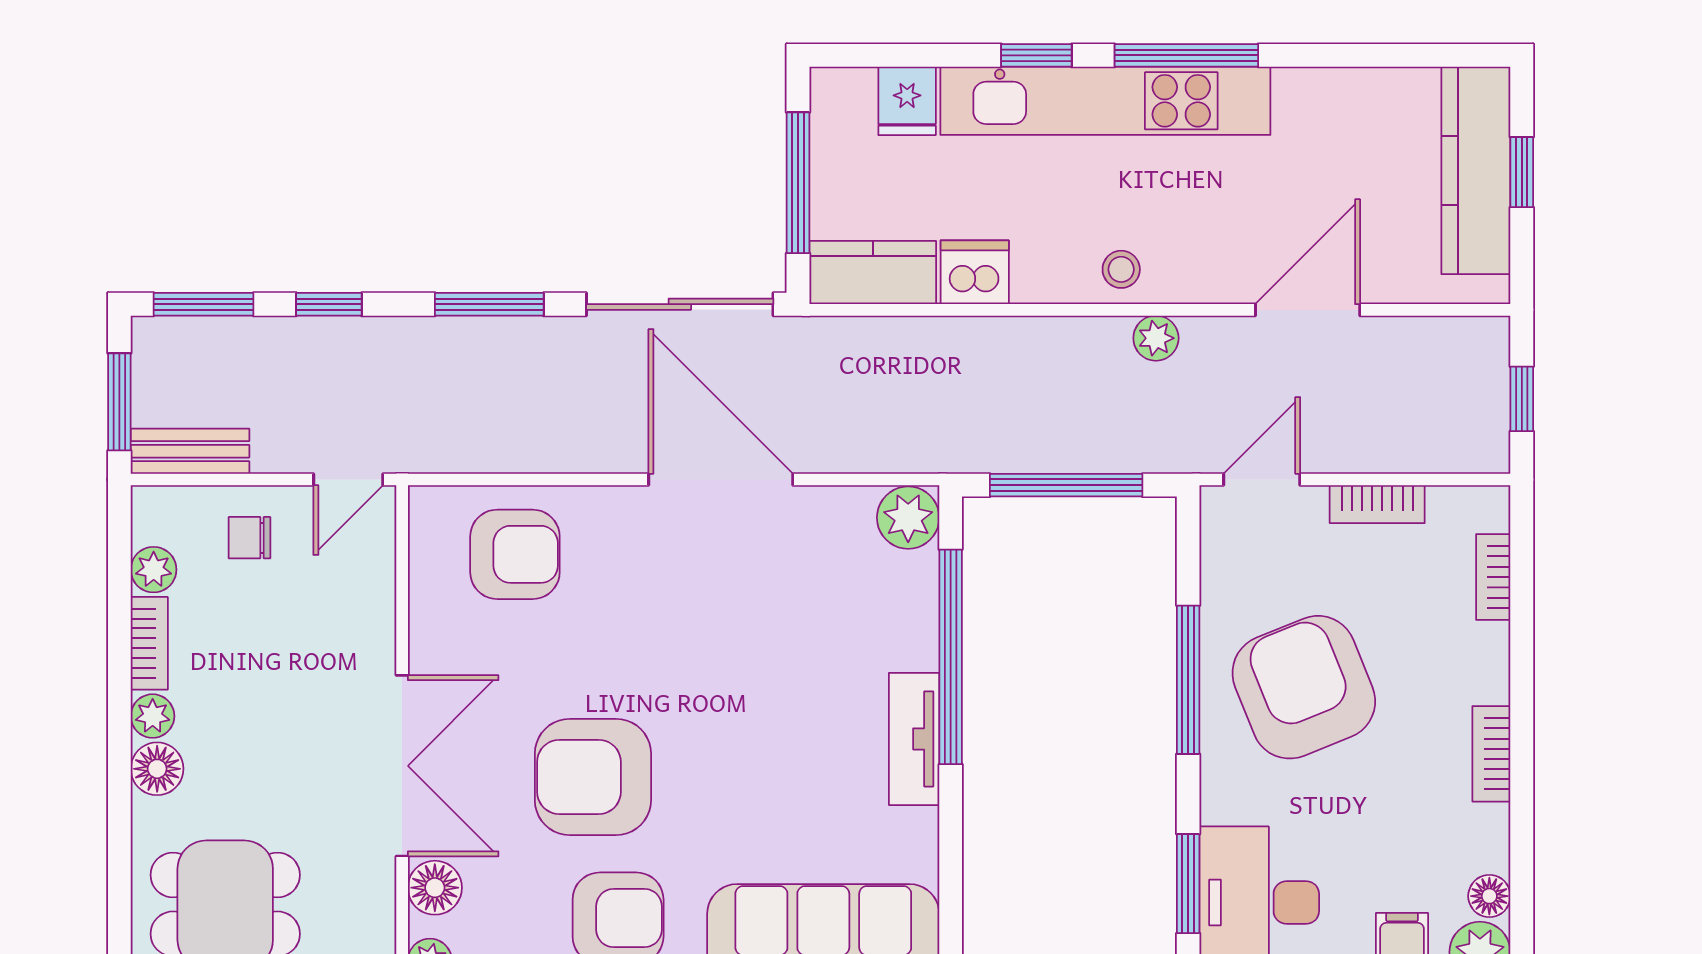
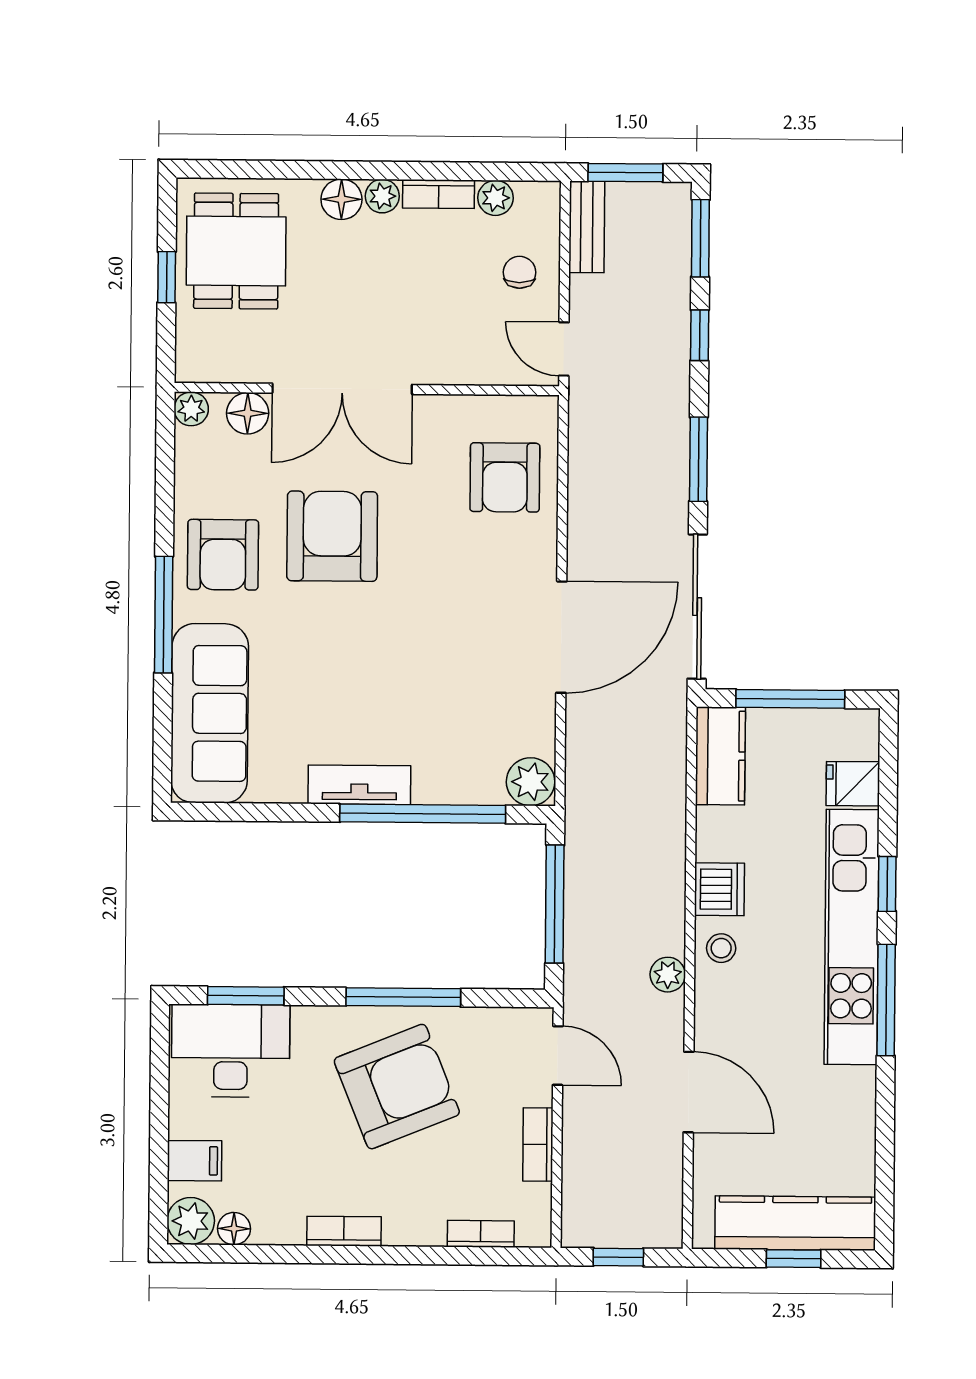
dishwasher: (975, 272) -> (719, 889), moved

